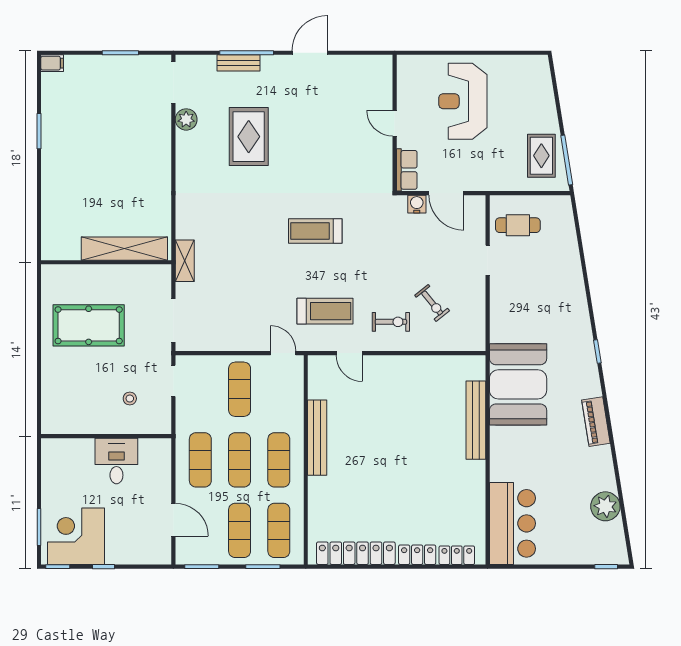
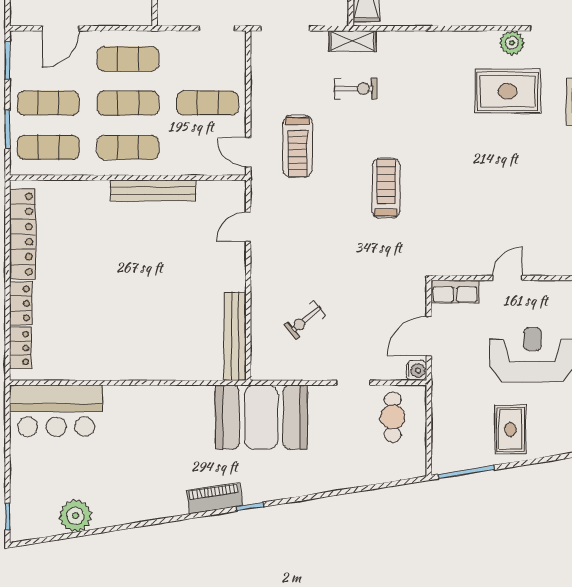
rug: (249, 137) -> (508, 91), moved
rug: (541, 156) -> (510, 429), moved, turned 90
water cooler: (417, 204) -> (416, 370), moved
treadmill: (325, 311) -> (298, 146), moved
exercise bike: (391, 322) -> (356, 89), moved, turned -90
door: (283, 353) -> (248, 152), swing flipped
booth: (518, 384) -> (261, 417), moved
bench: (476, 420) -> (235, 336), moved, turned 90
piano: (596, 422) -> (215, 498), moved

